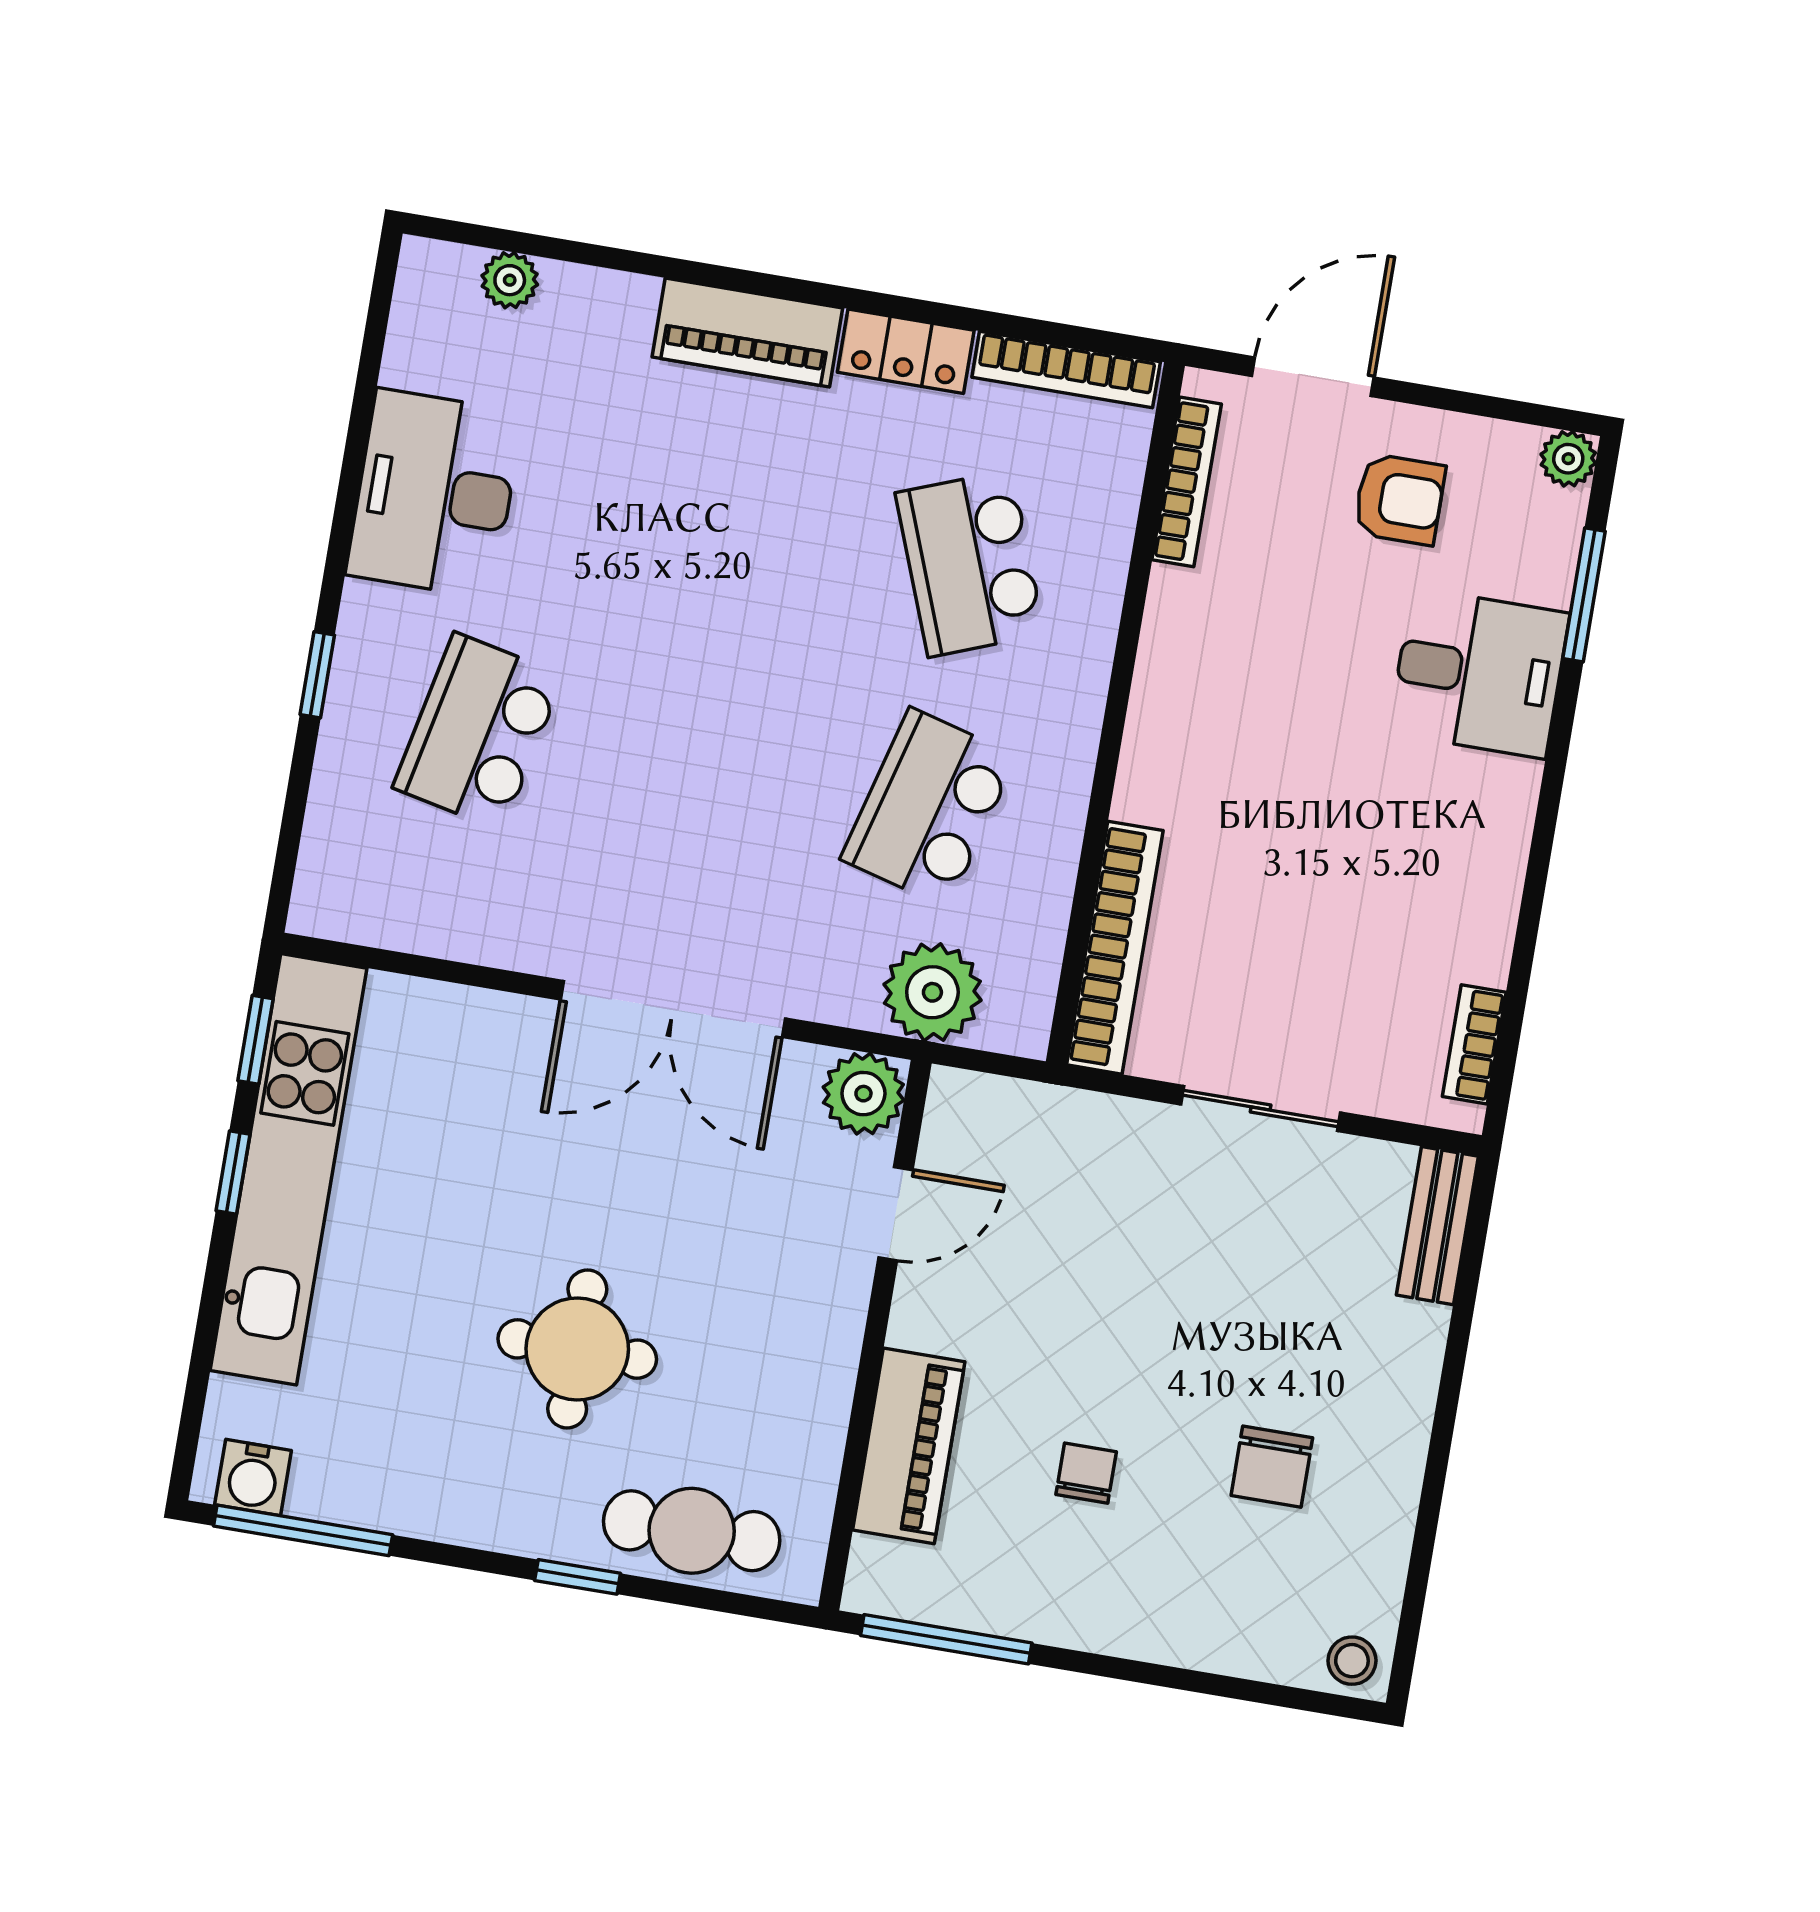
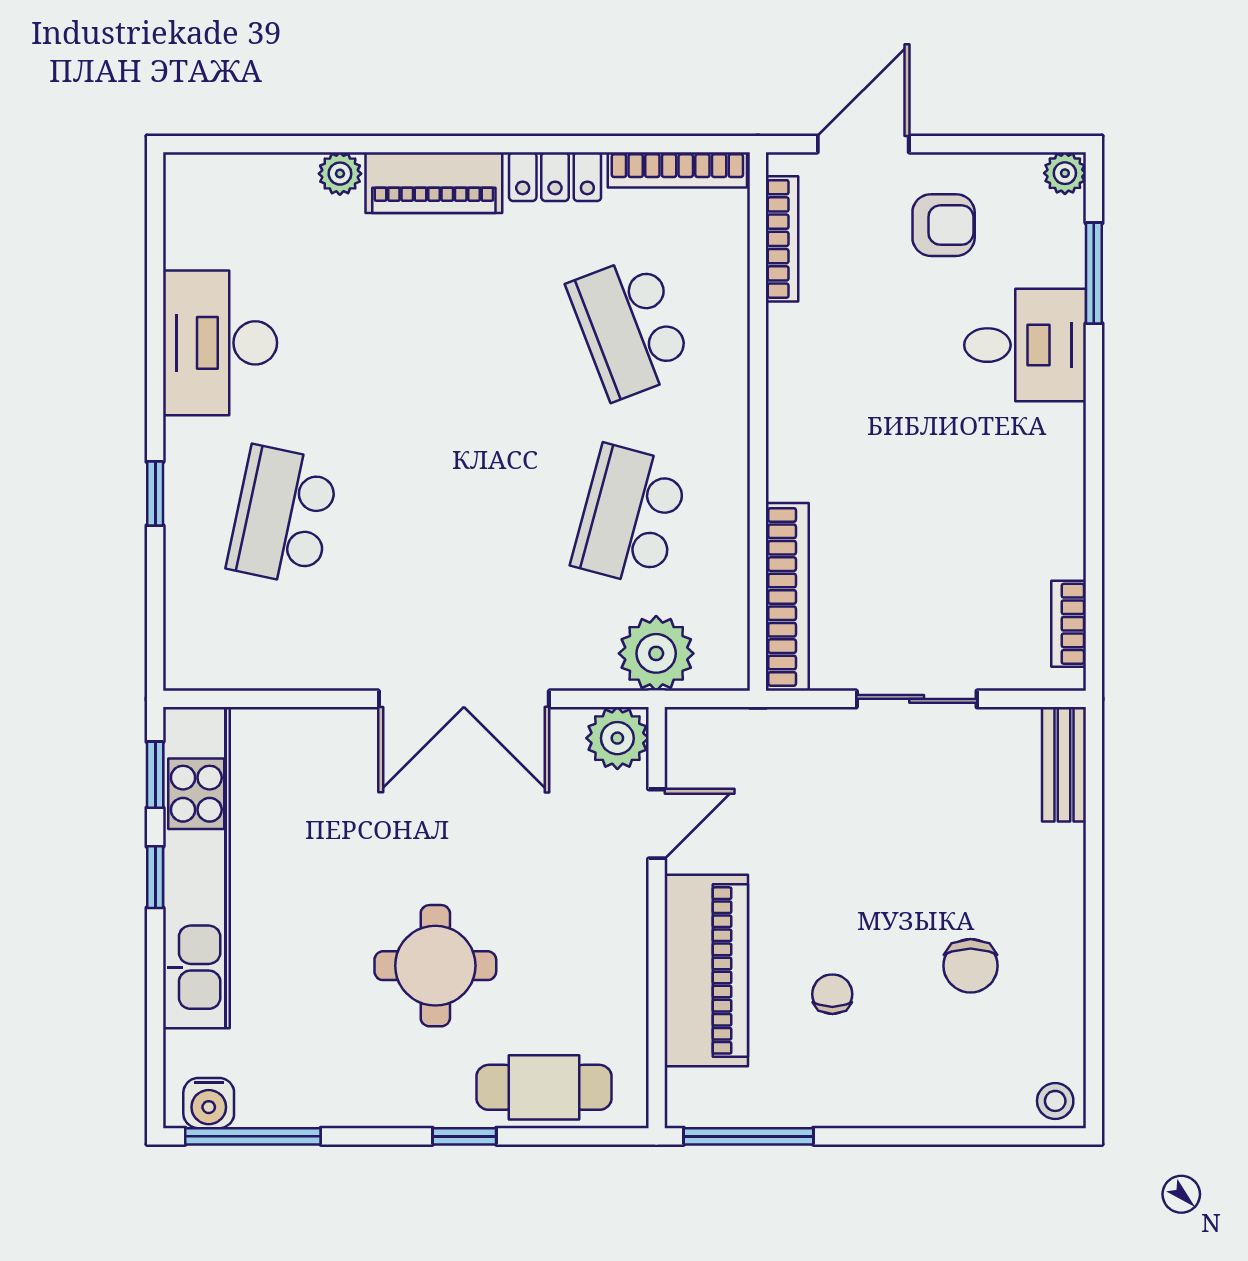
plant: (510, 280) -> (340, 174), moved
piano: (909, 1446) -> (706, 970), width x1.37, depth x1.33

